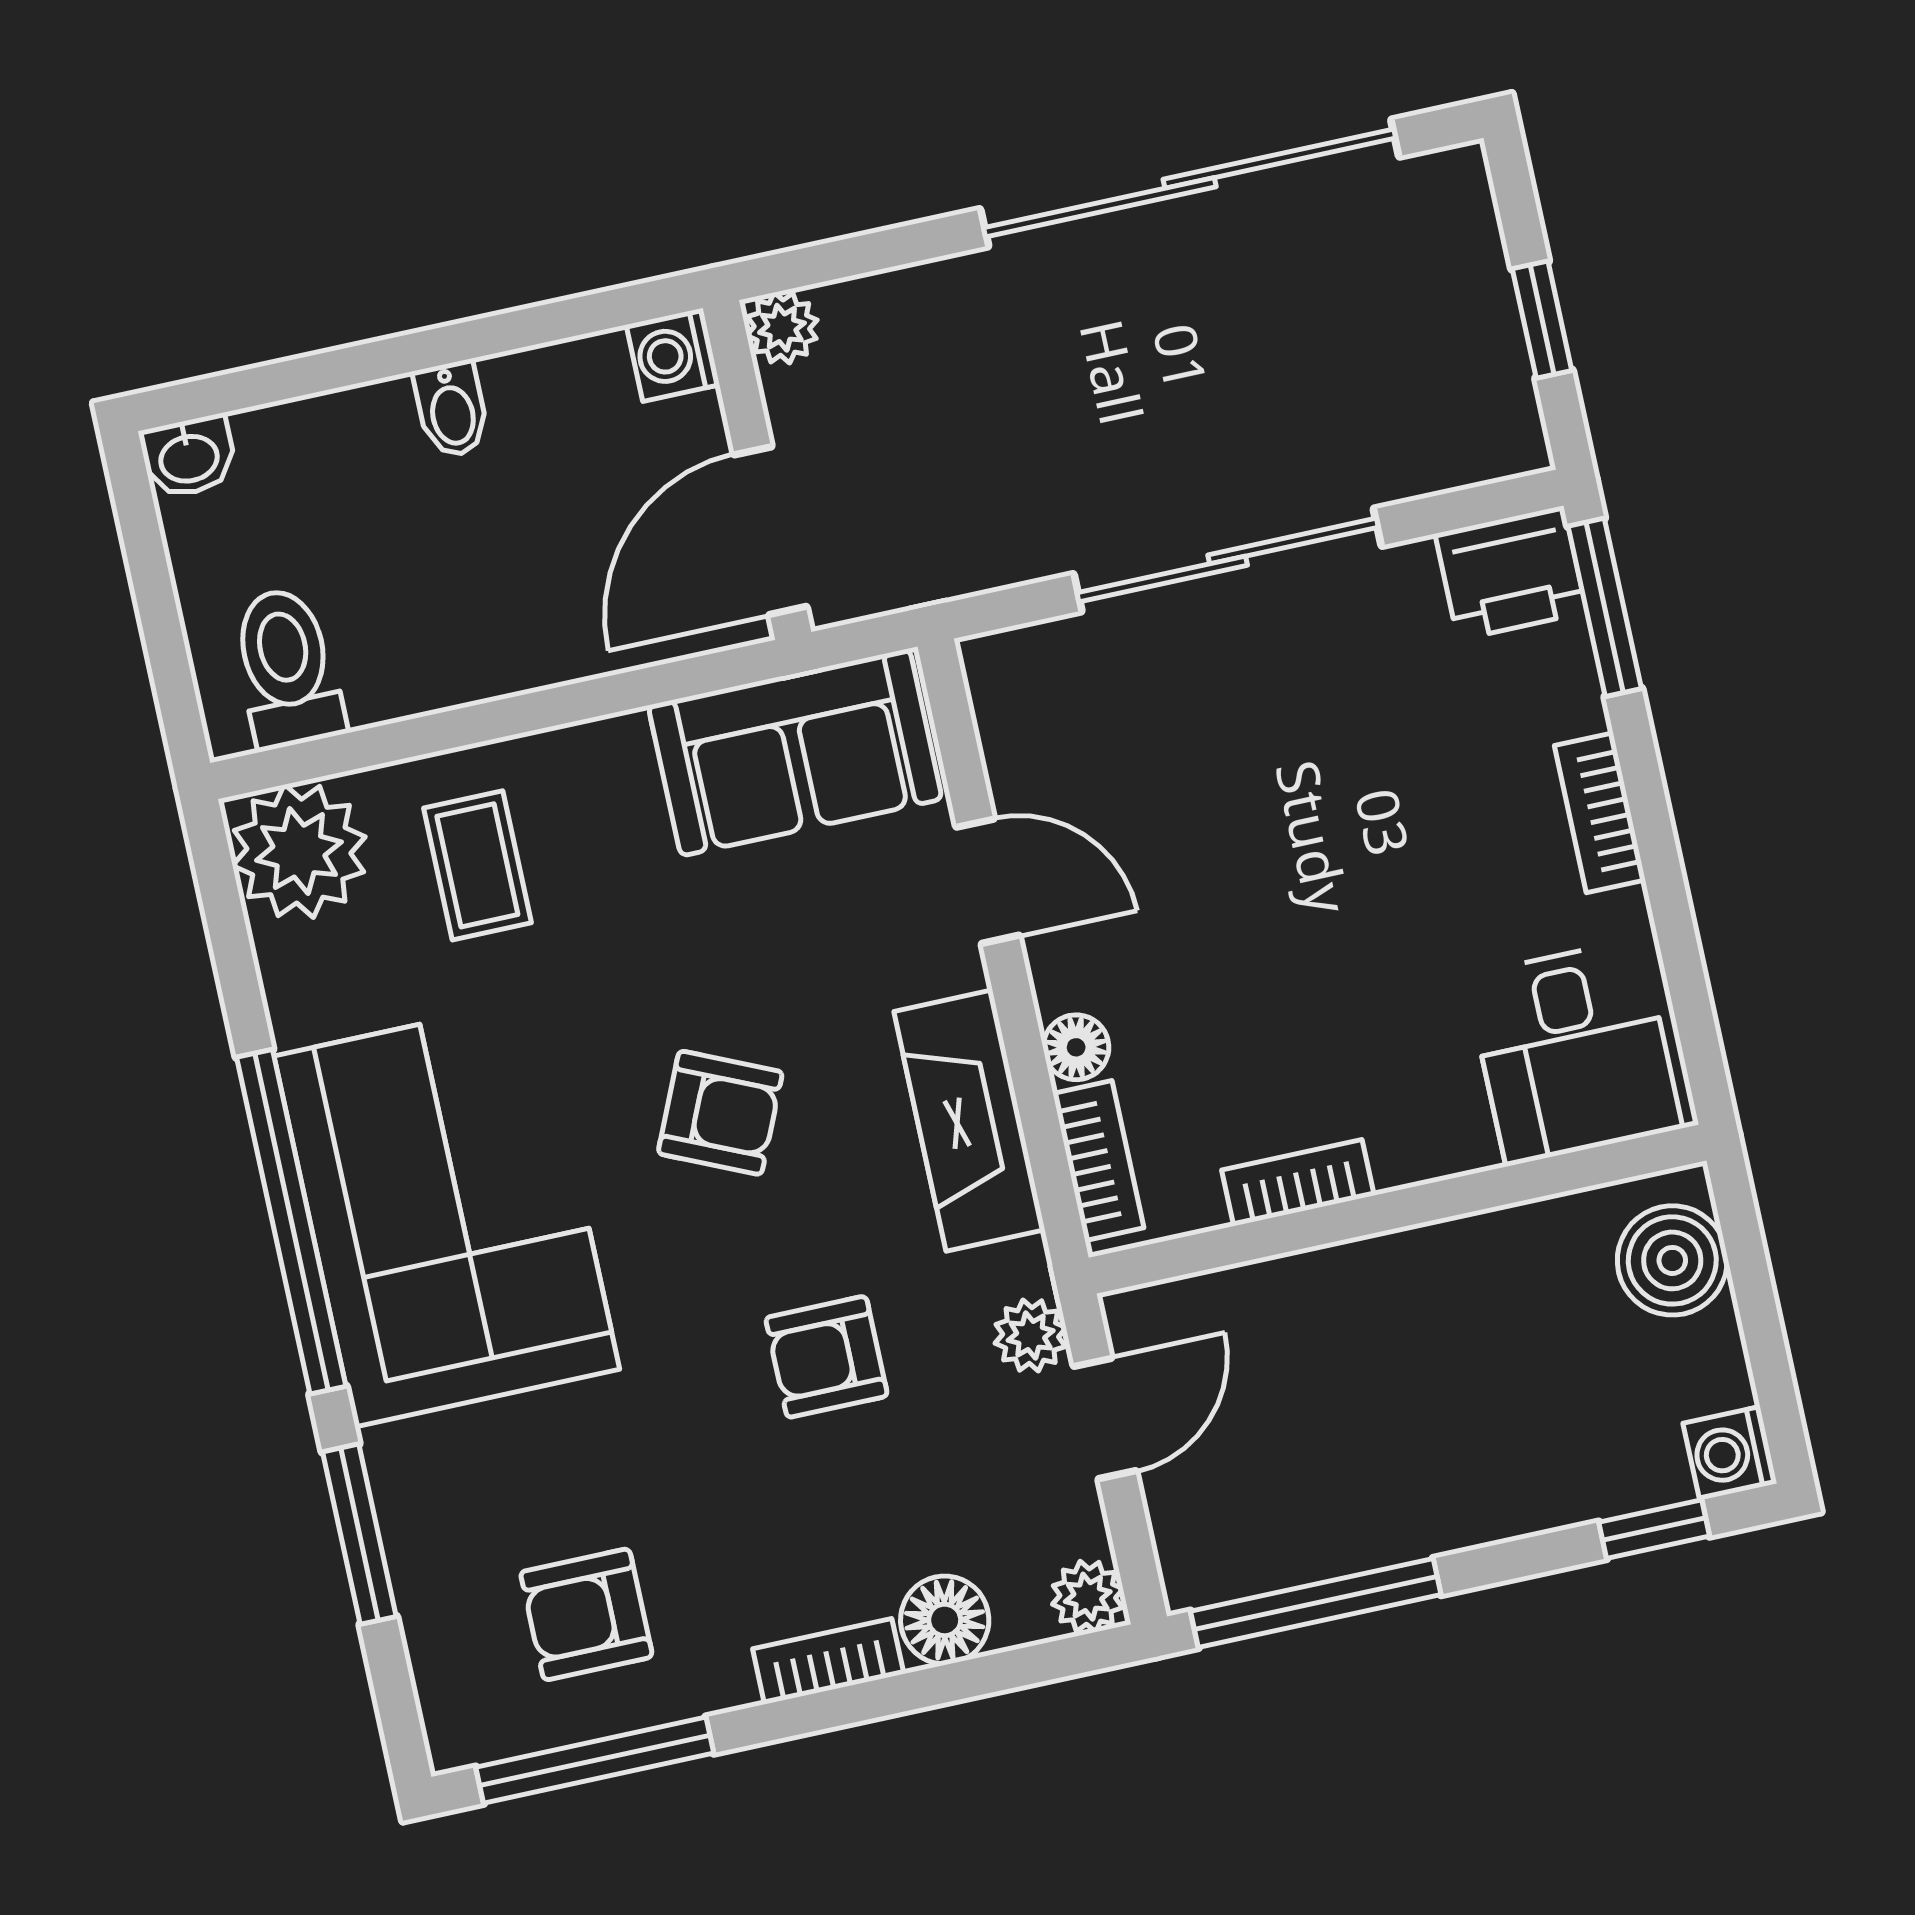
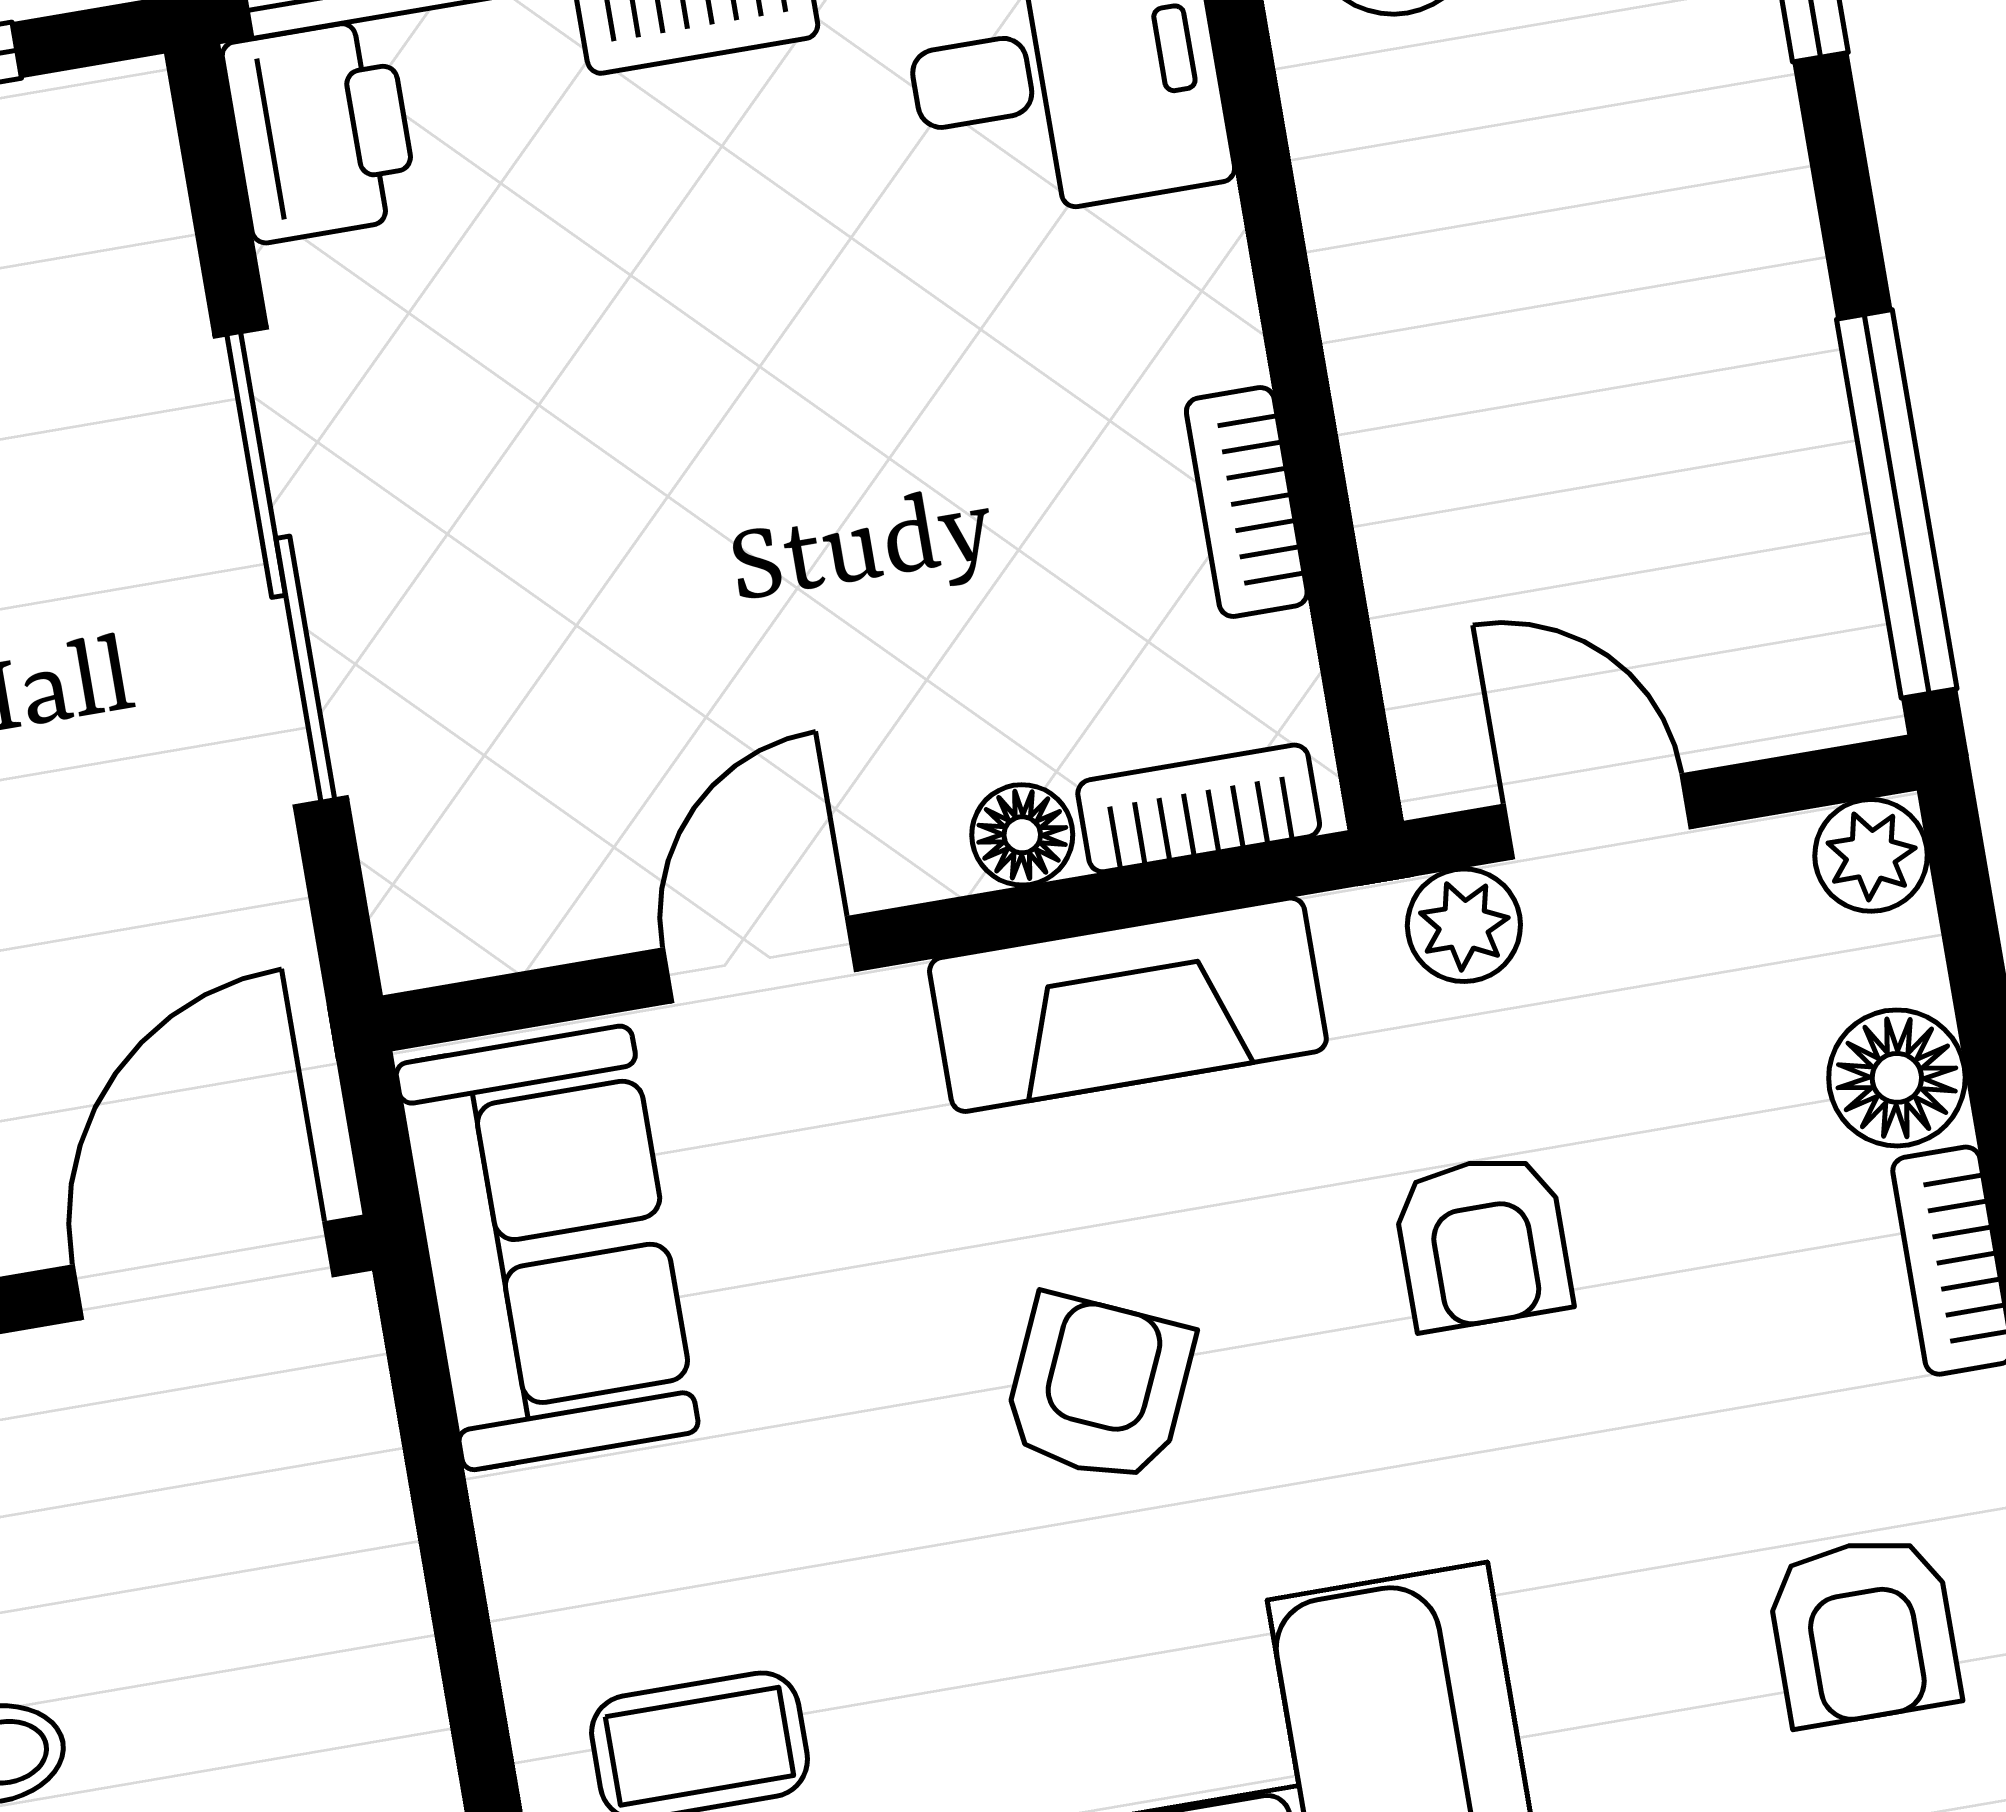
door: (770, 531) -> (203, 1271), swing flipped

